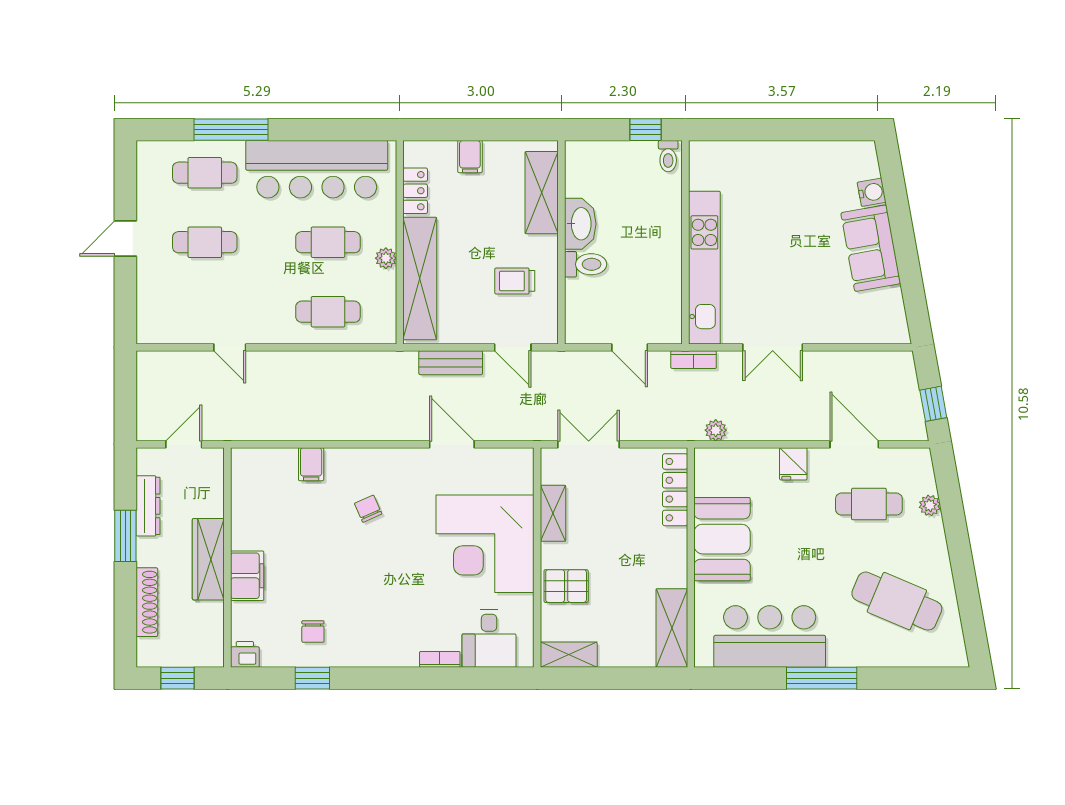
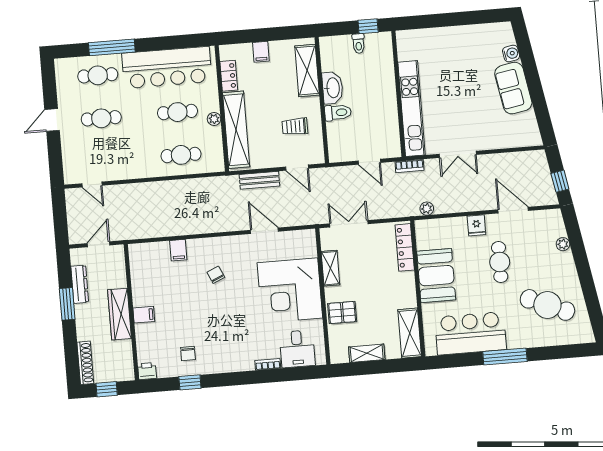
toilet: (668, 156) -> (359, 44), moved
door: (230, 347) -> (92, 184), moved
cafe table: (869, 504) -> (500, 262), moved, turned 90
filing cabinet: (247, 576) -> (144, 315), width x0.50
shoe rack: (147, 602) -> (85, 363), moved
shelving: (569, 655) -> (367, 353), moved

